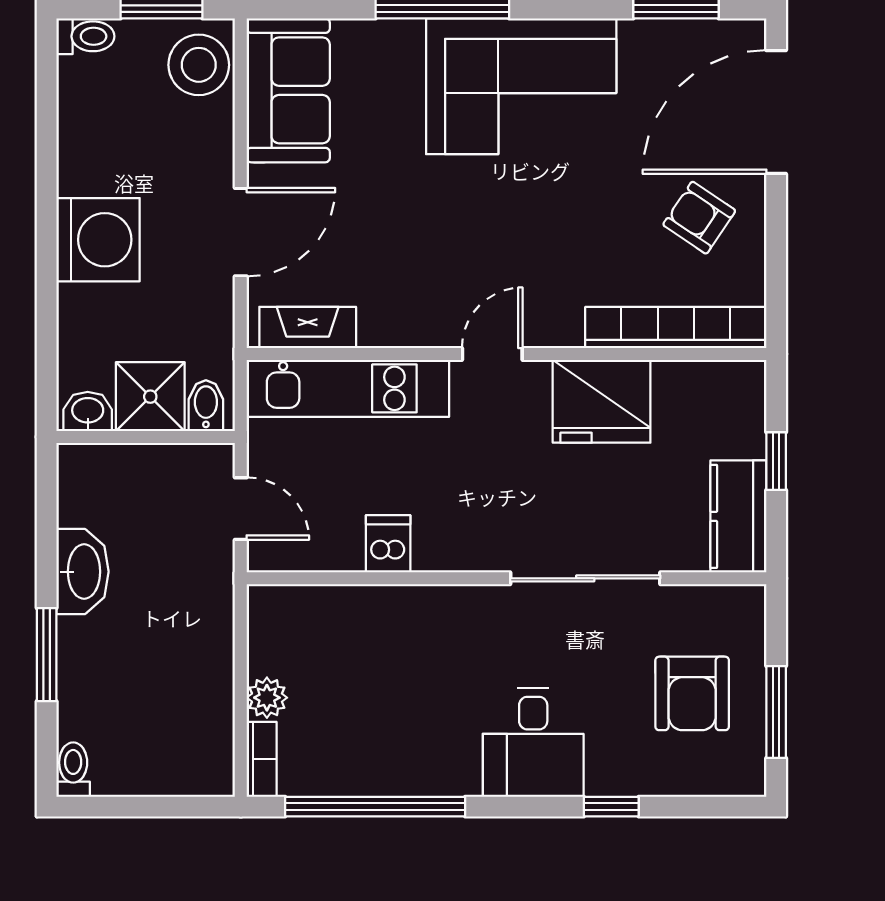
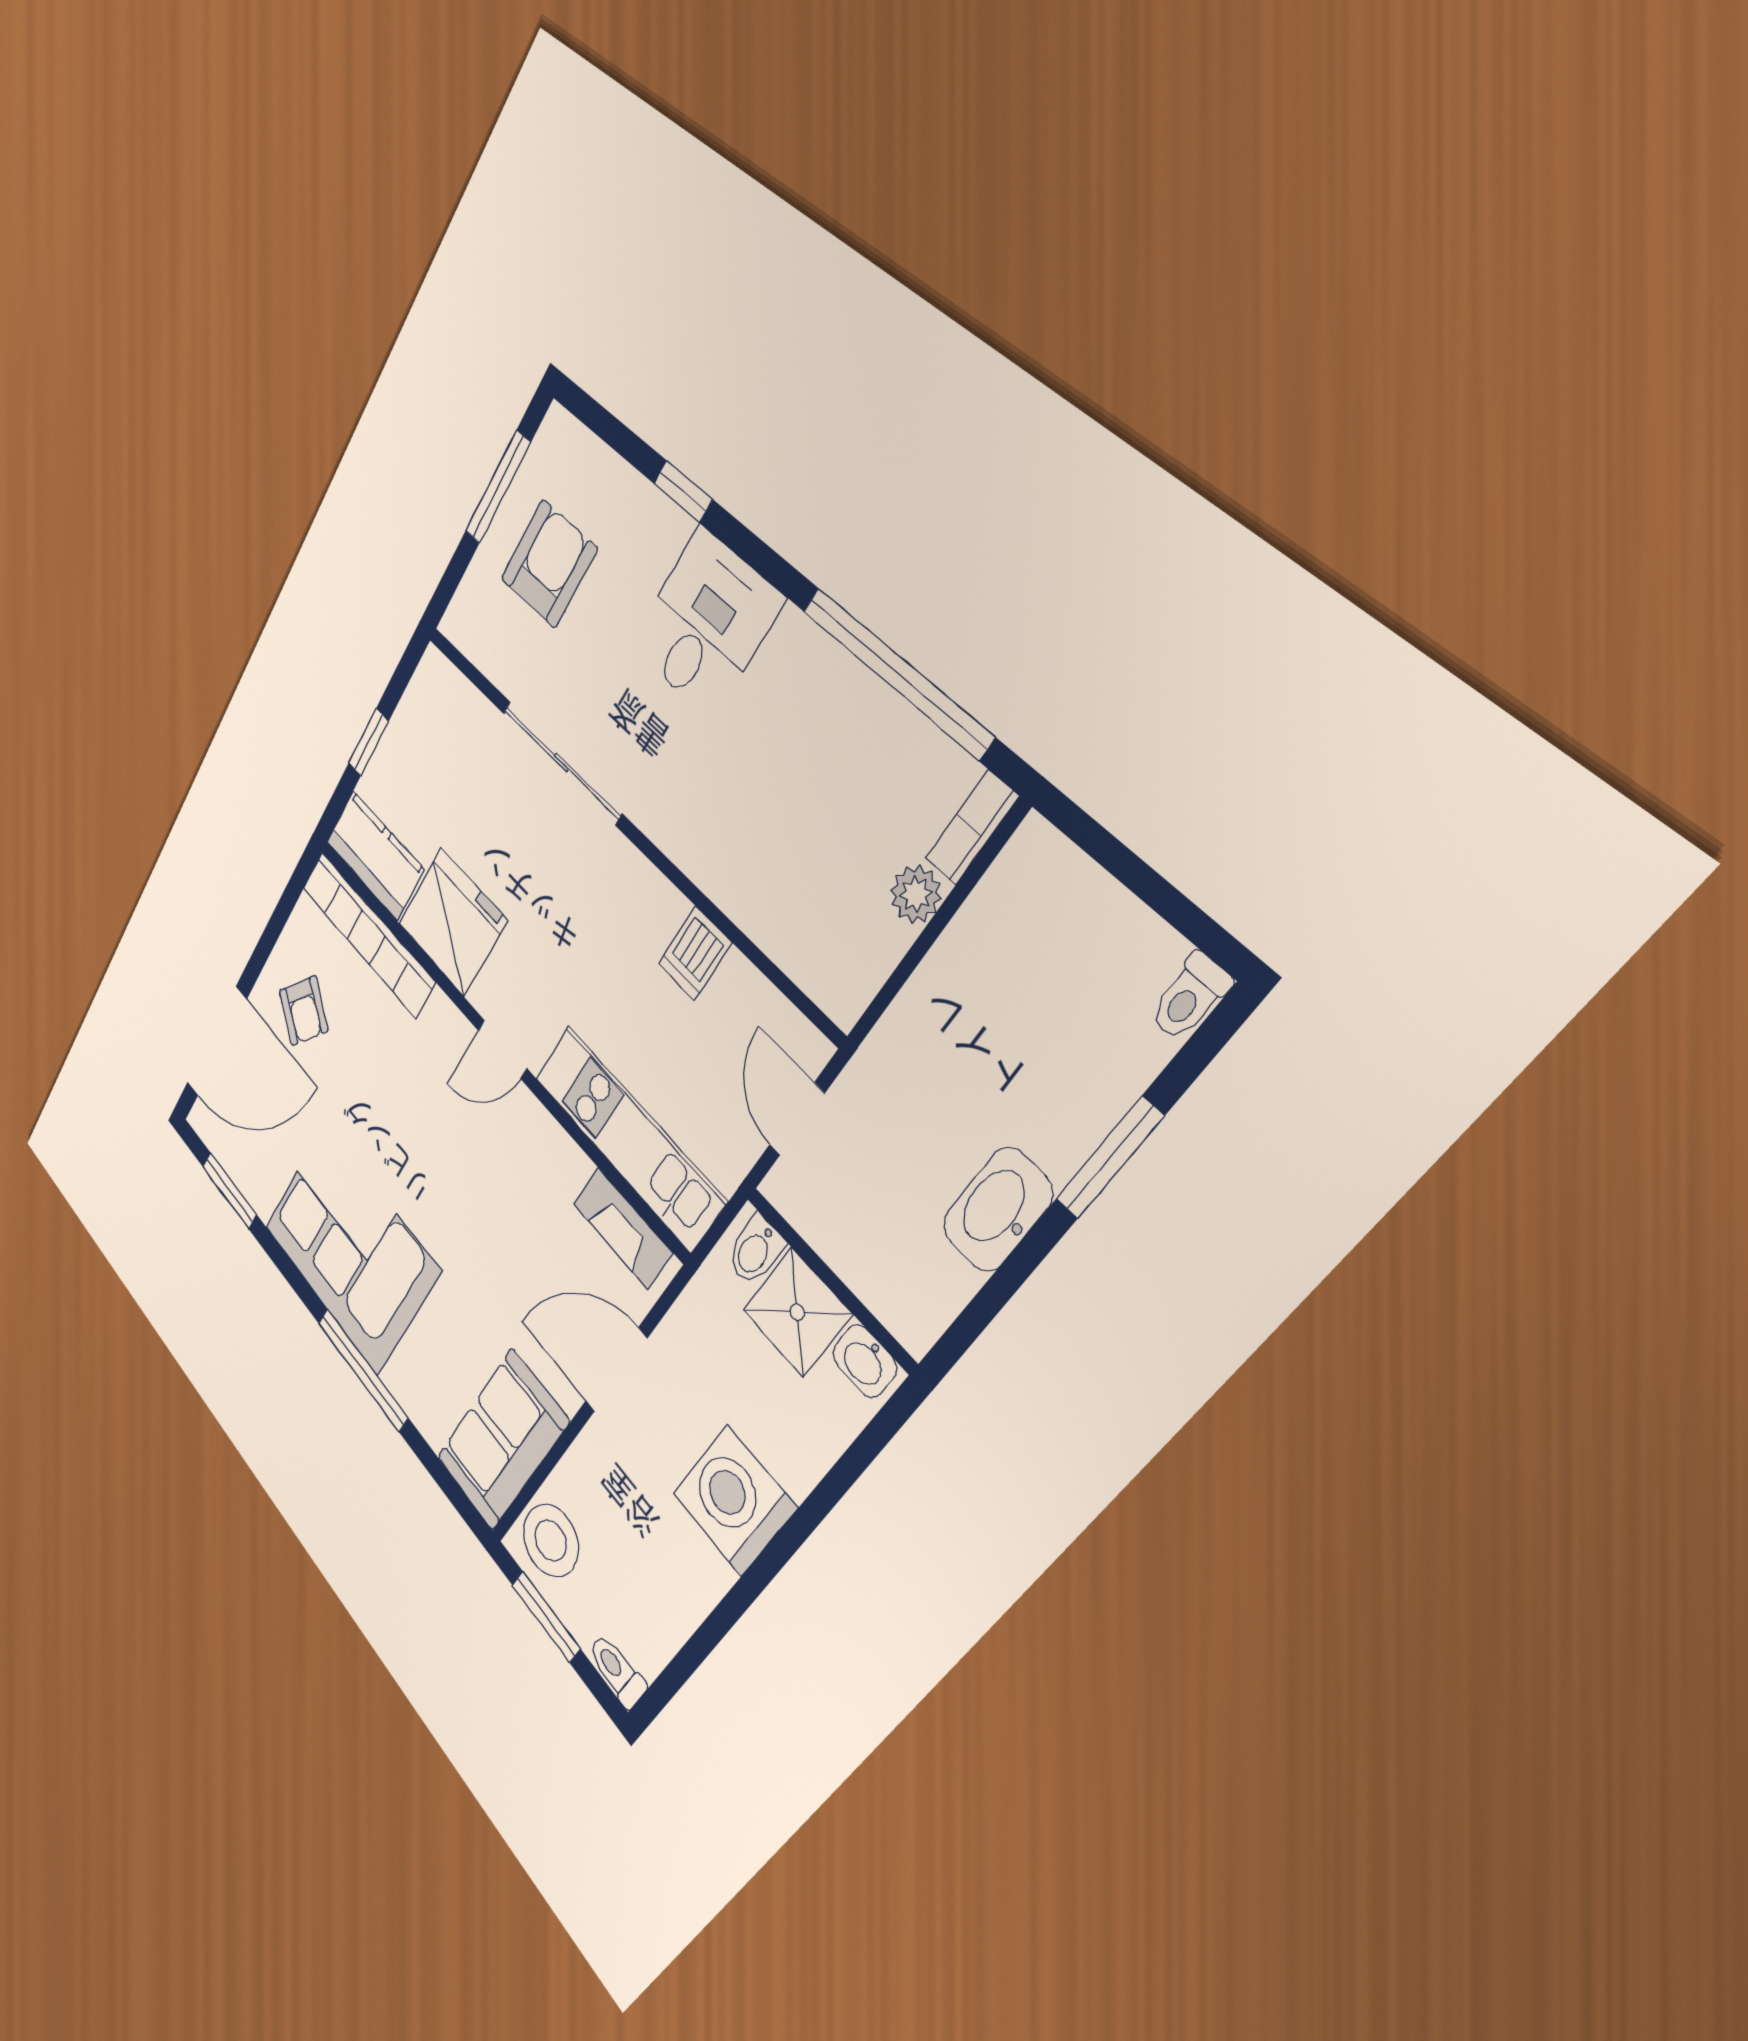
kitchen counter: (738, 516) -> (375, 855), moved, turned -90

